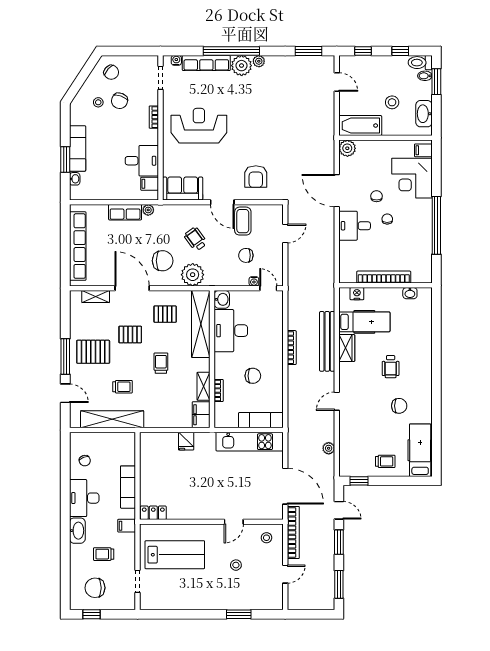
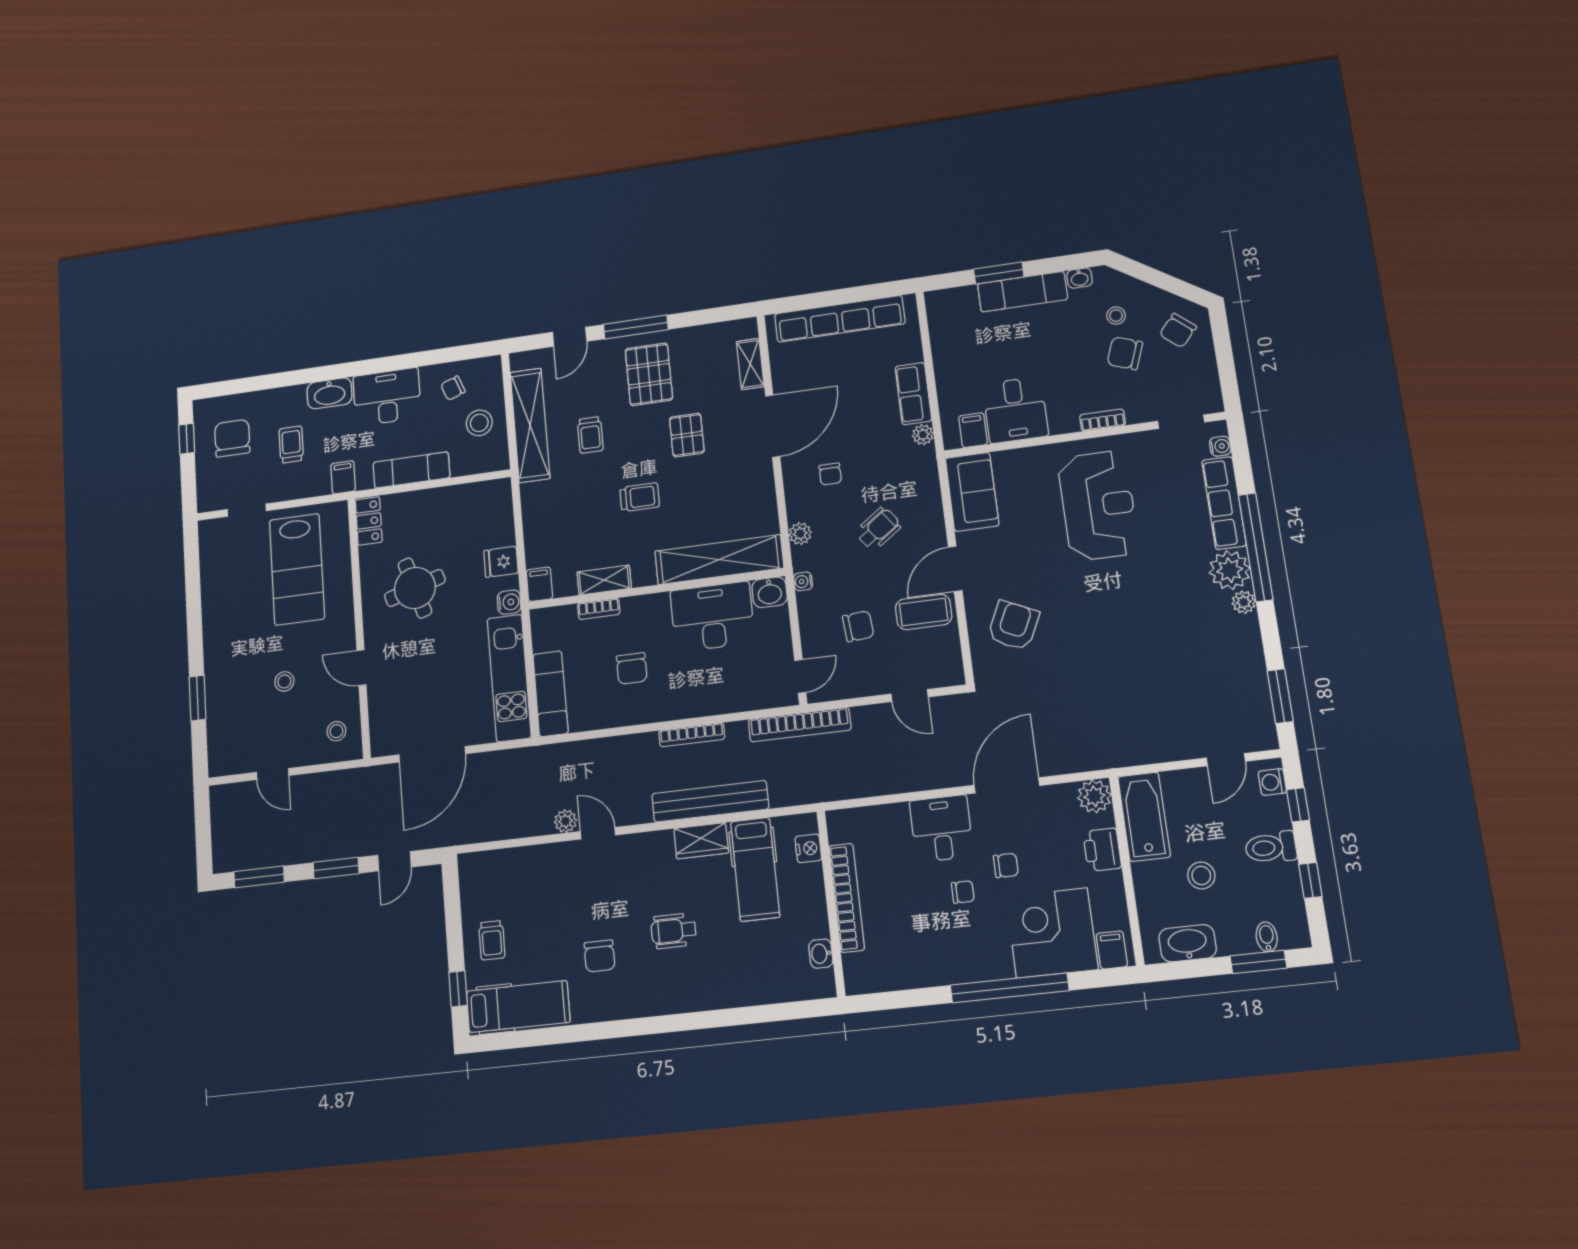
washing machine: (350, 61) -> (1272, 782), added
toilet: (420, 63) -> (1271, 847), moved, turned -90
printer: (374, 148) -> (1102, 850), added
armchair: (256, 177) -> (1013, 625), turned 115
washbasin: (75, 179) -> (1080, 278), moved
window: (436, 225) -> (1010, 988), moved
chair: (246, 255) -> (858, 626), turned 85
chair: (163, 261) -> (830, 474), width x0.54, depth x0.54
plant: (193, 275) -> (800, 534), width x0.53, depth x0.53
water cooler: (254, 281) -> (803, 581), moved
pallet: (165, 314) -> (731, 492), removed
filing cabinet: (201, 415) -> (539, 584), width x0.50
water cooler: (209, 439) -> (509, 602), added
stool: (107, 447) -> (479, 423), added
plant: (329, 448) -> (566, 821), moved
window: (359, 481) -> (458, 989), moved
round table: (194, 490) -> (415, 588), added
bookcase: (293, 532) -> (800, 725), moved

